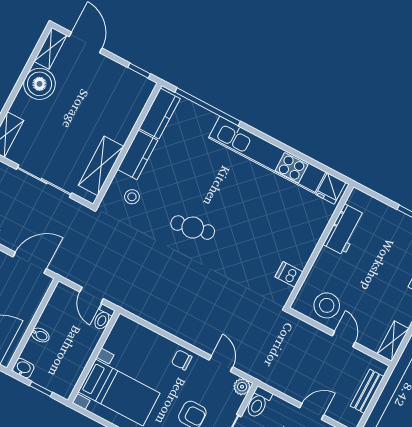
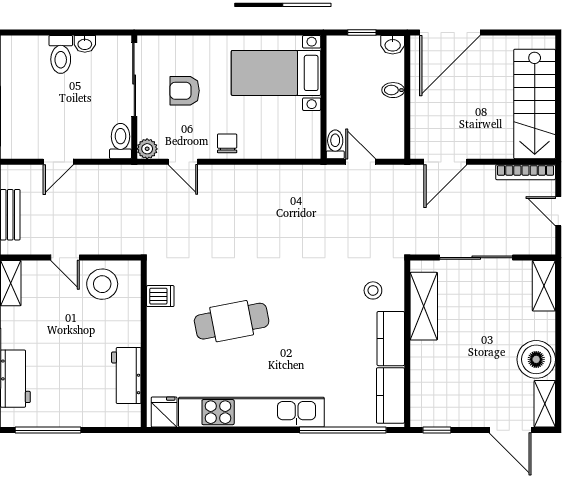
cafe table: (193, 228) -> (232, 321), moved, width x1.37, depth x1.35
chair: (182, 360) -> (227, 143), turned -90

